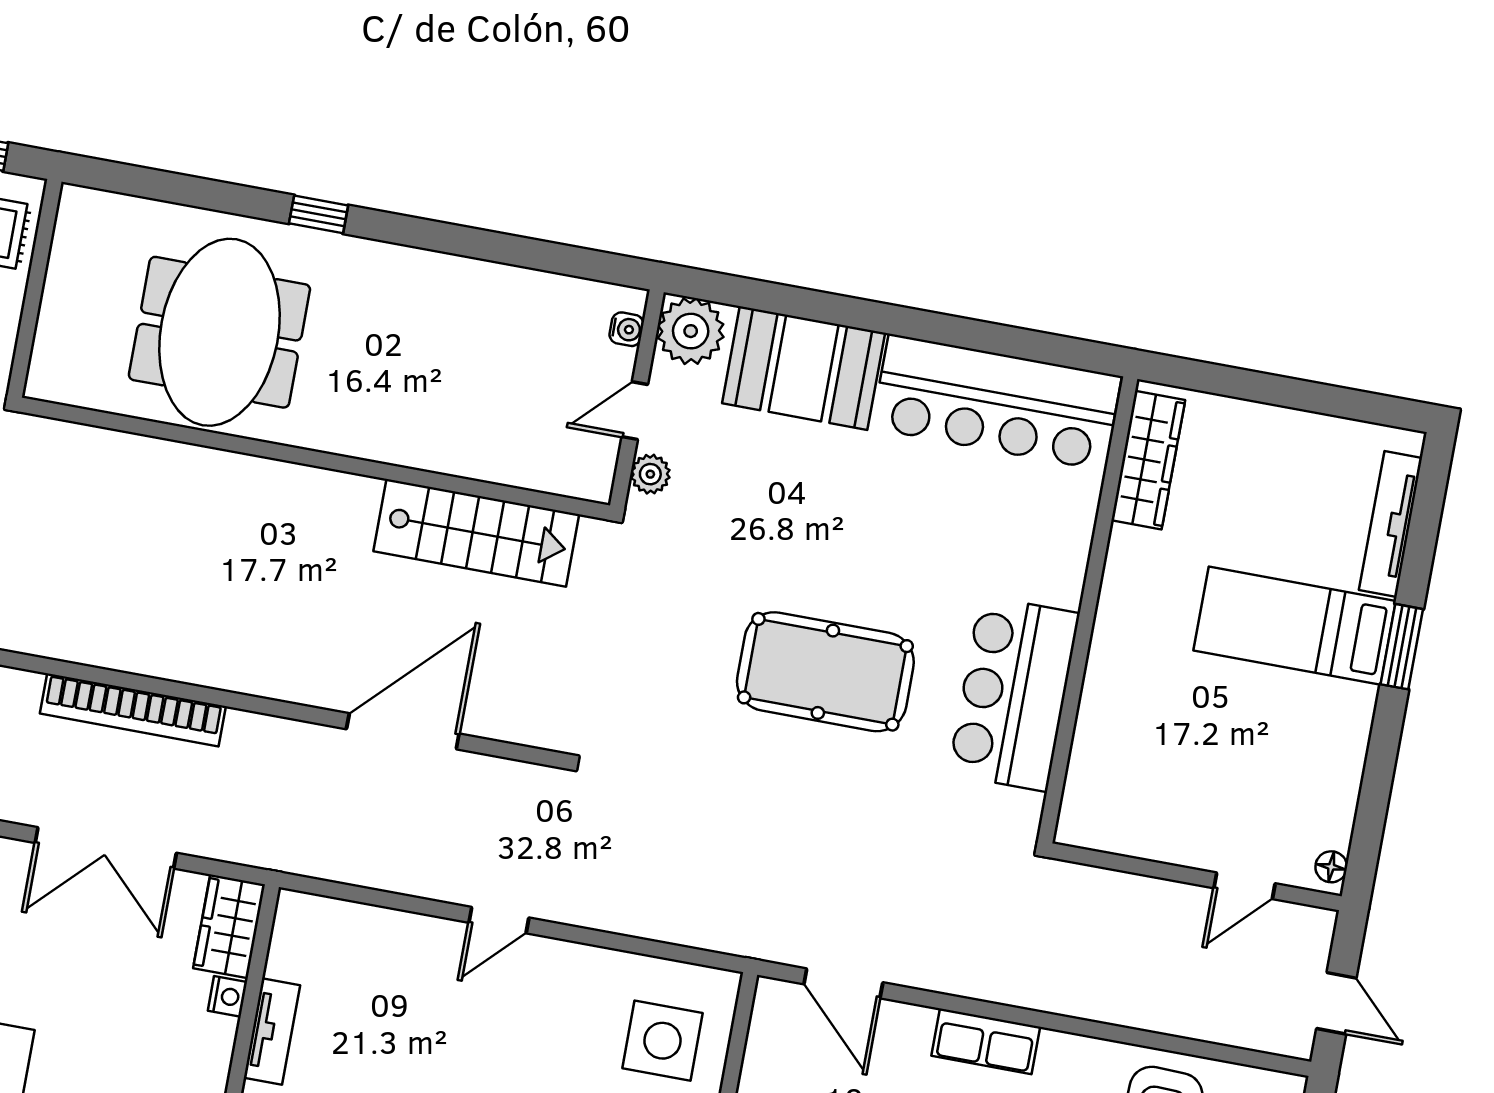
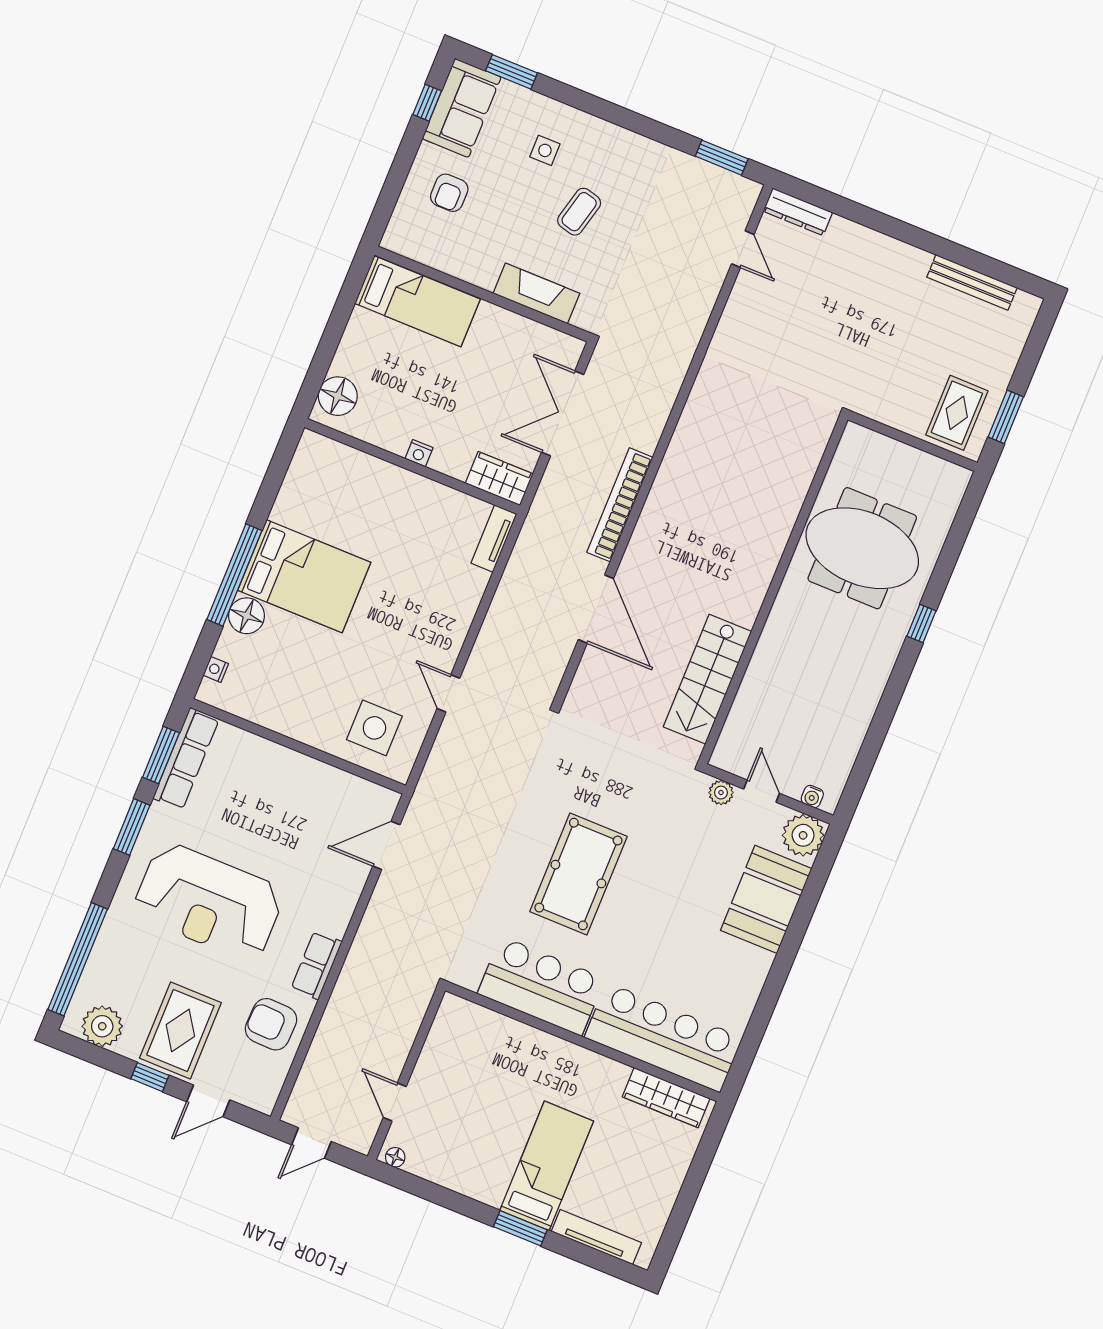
bar counter: (997, 402) -> (663, 1037), moved, turned 90
bookcase: (133, 710) -> (620, 505), moved
door: (499, 920) -> (448, 693), moved
nightstand: (227, 996) -> (419, 453), moved
tv unit: (272, 1031) -> (494, 538), moved, turned 90
row of seats: (986, 1041) -> (316, 965), moved

